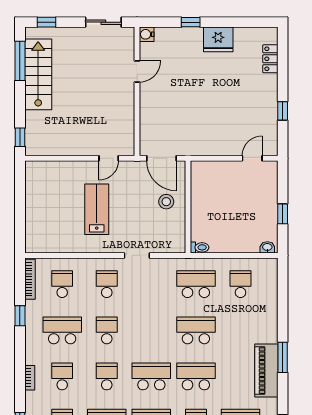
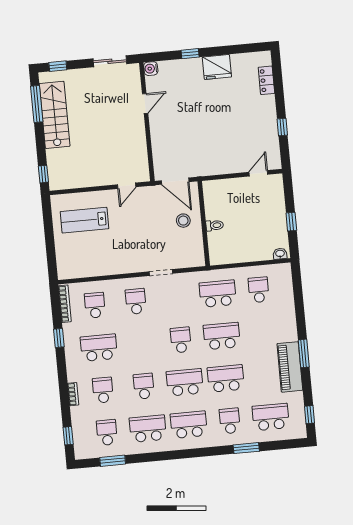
lab bench: (97, 209) -> (84, 220), moved, turned -90
toilet: (200, 247) -> (215, 225), moved
school desk: (107, 330) -> (181, 340), moved

